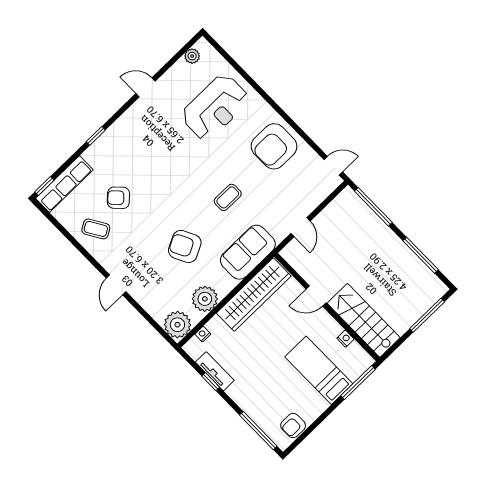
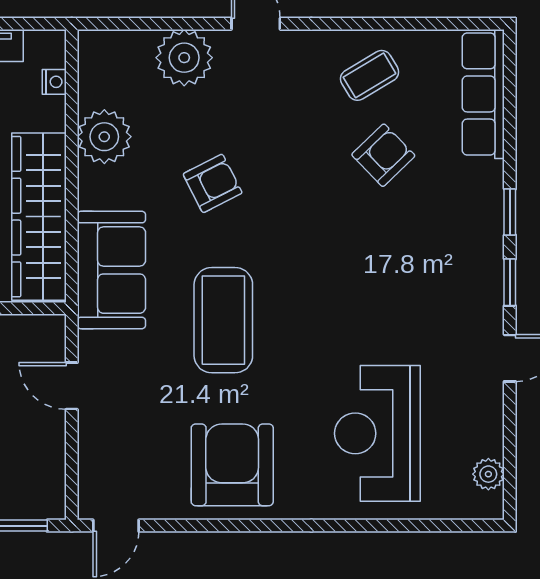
window: (44, 186) -> (510, 282), moved
coffee table: (228, 197) -> (223, 320), width x1.86, depth x1.72
armchair: (185, 246) -> (213, 183), width x0.72, depth x0.72
plant: (177, 325) -> (184, 58), moved

